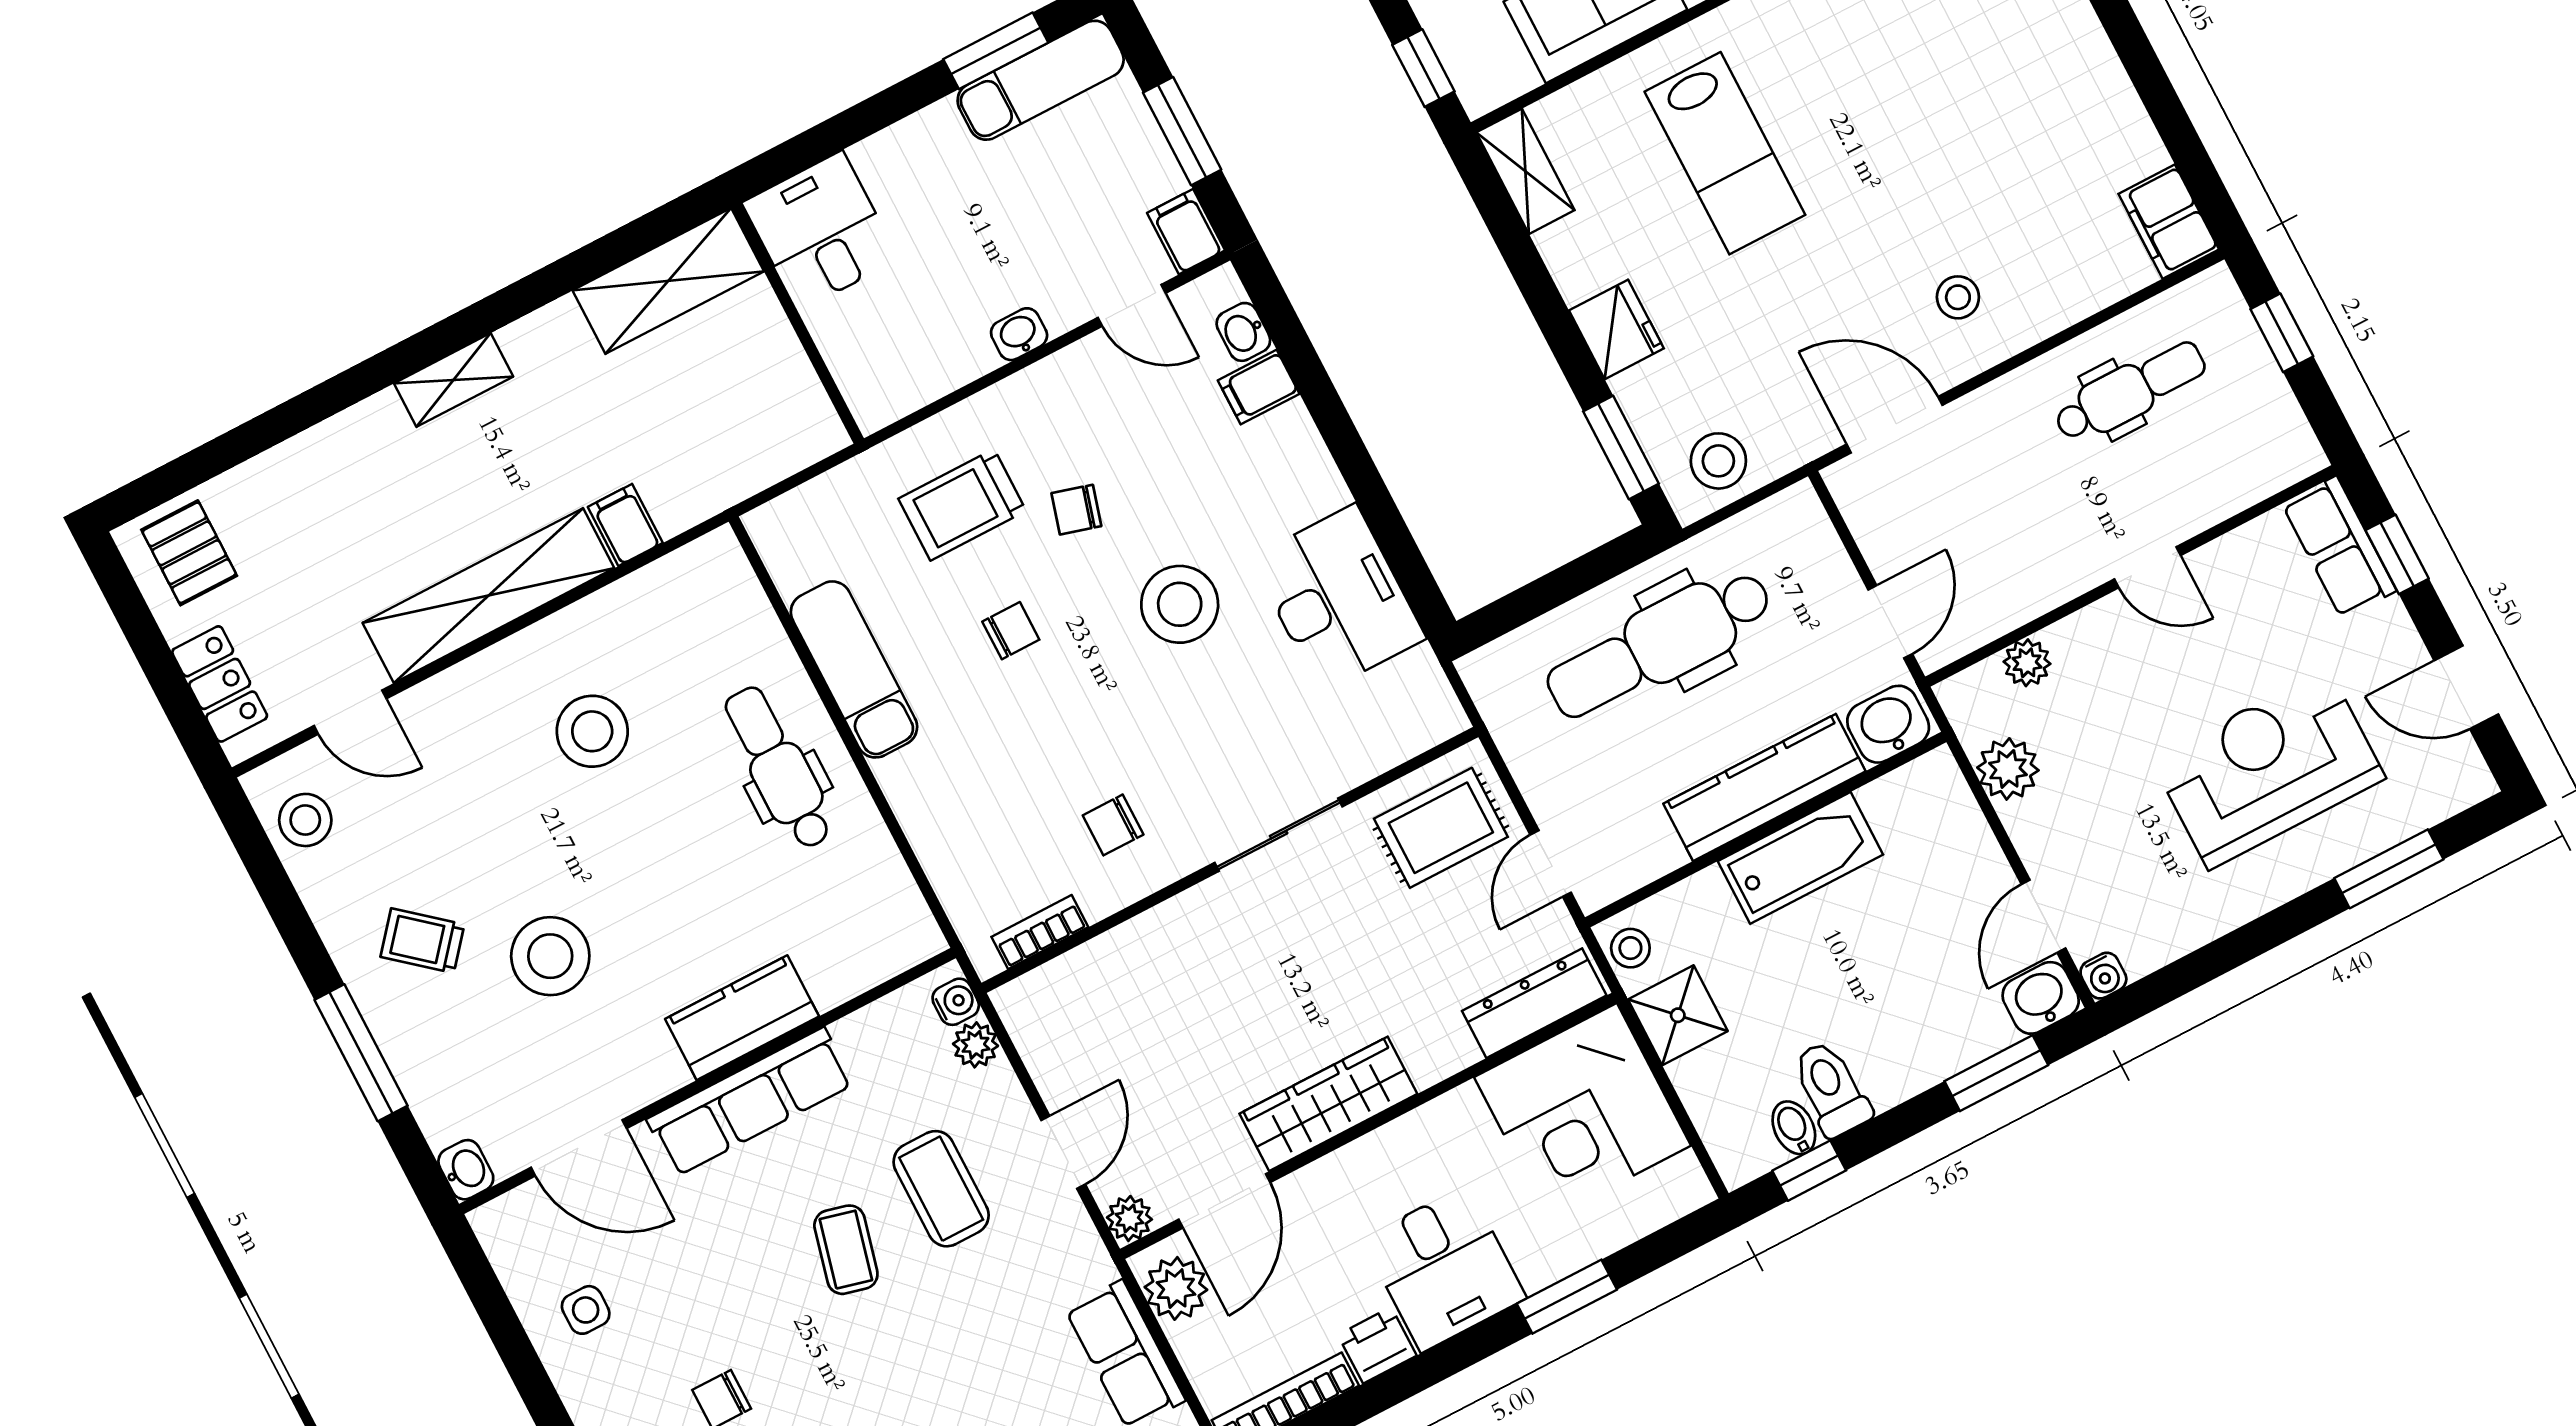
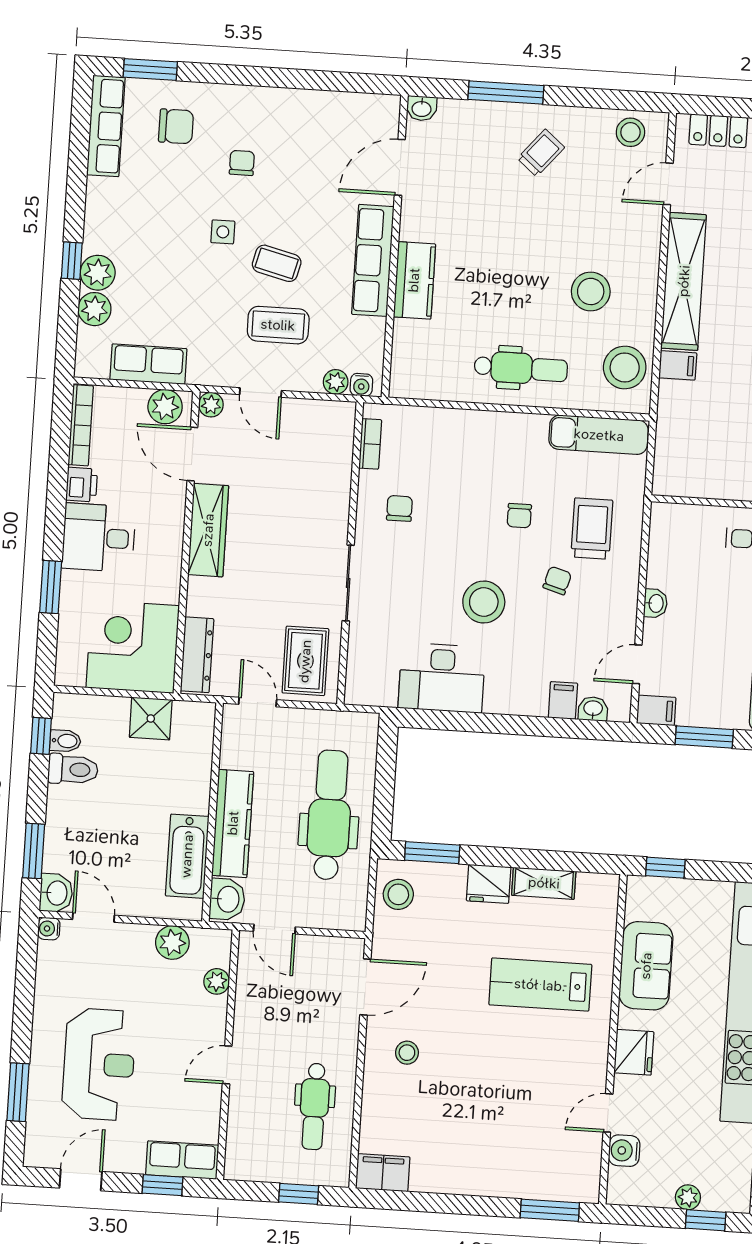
shelving: (1525, 171) -> (544, 883), moved
exam couch: (854, 669) -> (599, 435), moved
bathtub: (1800, 858) -> (187, 856), moved
stool: (1630, 948) -> (196, 715), removed
stool: (550, 956) -> (625, 367), moved
side table: (586, 1310) -> (223, 232), moved

